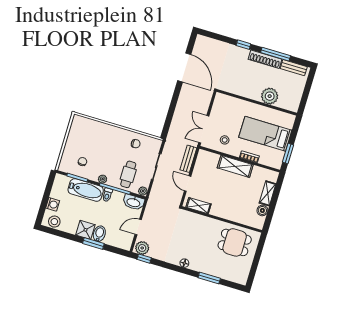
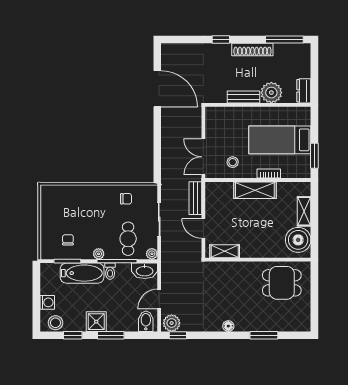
window: (276, 54) -> (284, 40), moved
bench: (294, 68) -> (244, 97), moved
dresser: (295, 102) -> (304, 91), added
boiler: (262, 210) -> (298, 240), width x1.86, depth x1.86
bidet: (99, 234) -> (146, 321), moved
window: (65, 235) -> (73, 335), added

